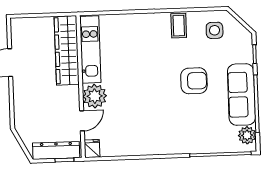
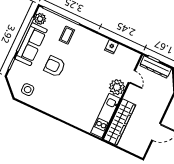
coffee table: (179, 26) -> (67, 35), moved
door: (82, 121) -> (132, 77), swing flipped
fridge: (92, 148) -> (111, 47), moved

